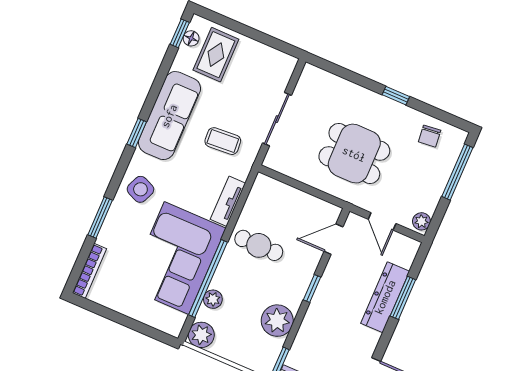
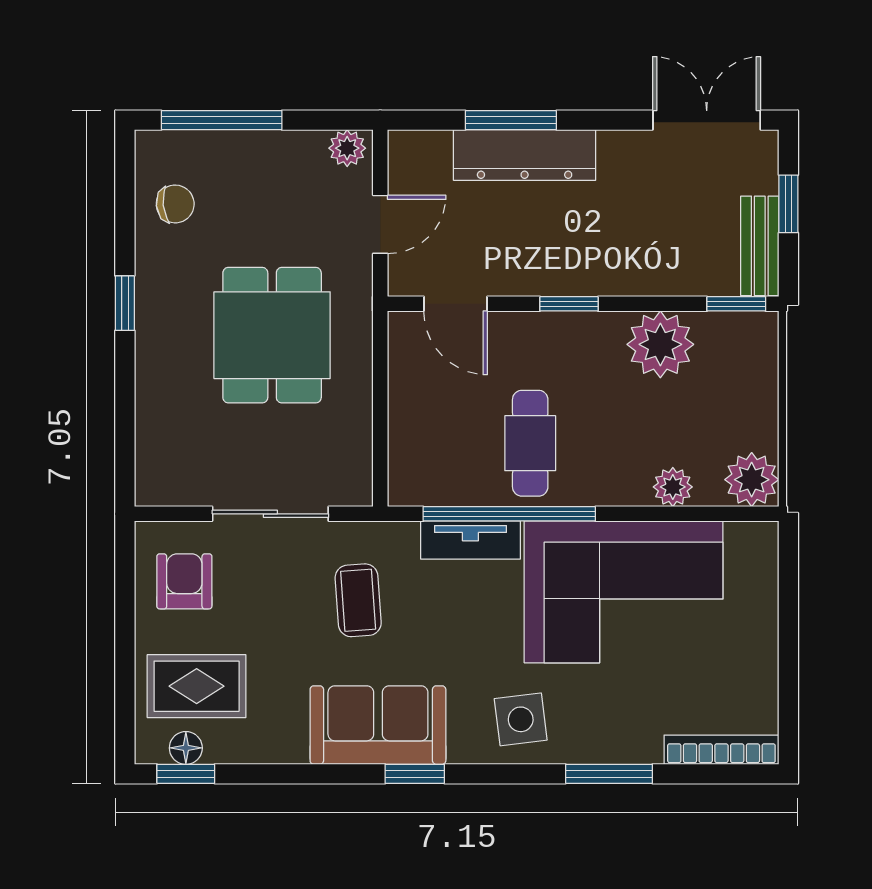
armchair: (264, 69) -> (184, 581), added
sofa: (169, 116) -> (378, 725), width x0.73
side table: (140, 189) -> (521, 719), turned -30
window: (208, 279) -> (509, 514), moved

